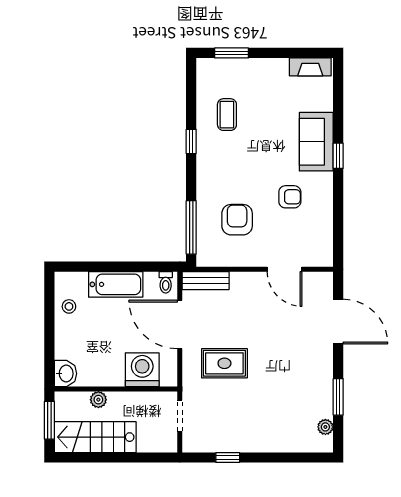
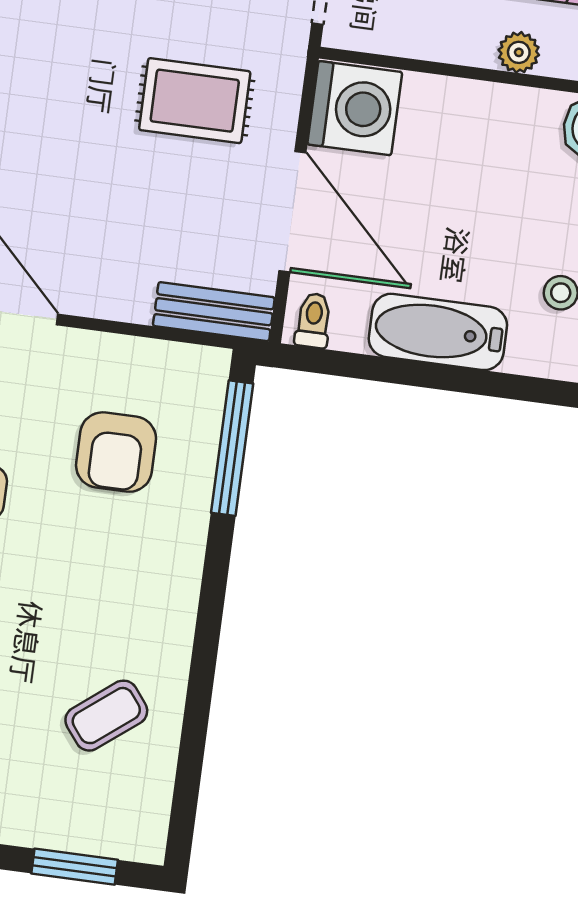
coffee table: (227, 115) -> (106, 716), turned 52
window: (191, 141) -> (204, 661), removed
washing machine: (142, 370) -> (355, 108), moved, turned -90

